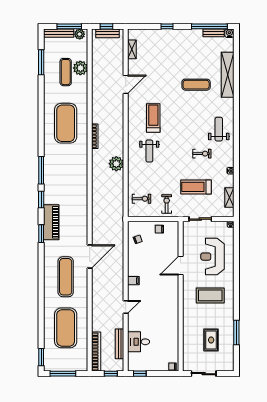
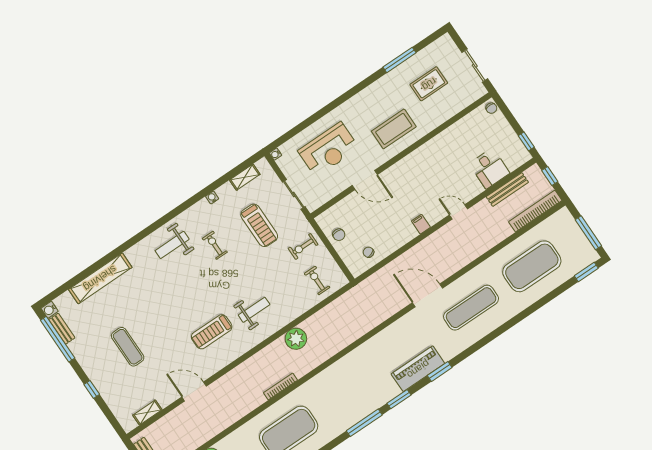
exercise mat: (196, 85) -> (128, 347), moved
coffee table: (210, 295) -> (394, 129), moved, turned 90

